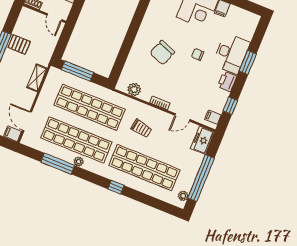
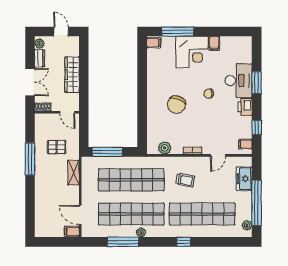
pallet: (19, 45) -> (57, 147), moved
freezer: (202, 140) -> (244, 179), moved

